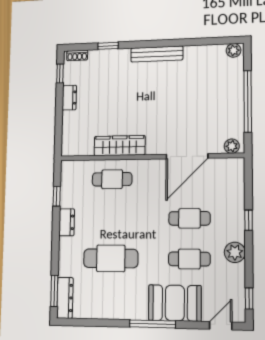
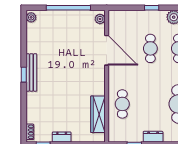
window: (108, 46) -> (24, 75), moved
wardrobe: (120, 146) -> (98, 114), moved

